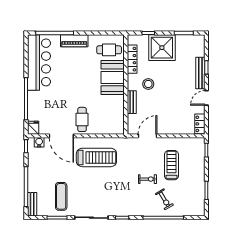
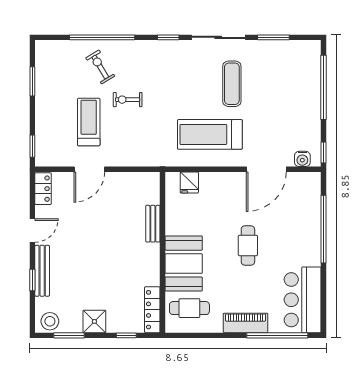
shower: (162, 48) -> (94, 321), width x0.54, depth x0.54
locker: (132, 59) -> (152, 310), moved
bar counter: (39, 62) -> (303, 300), width x0.73
stool: (148, 84) -> (50, 321), moved
cafe table: (82, 119) -> (248, 246), moved
fridge: (33, 128) -> (189, 182), moved
door: (61, 136) -> (266, 169), swing flipped
door: (148, 136) -> (89, 169), moved
treadmill: (171, 165) -> (89, 122), turned 180
exercise mat: (61, 196) -> (232, 84), moved
bench: (32, 204) -> (314, 59), removed

